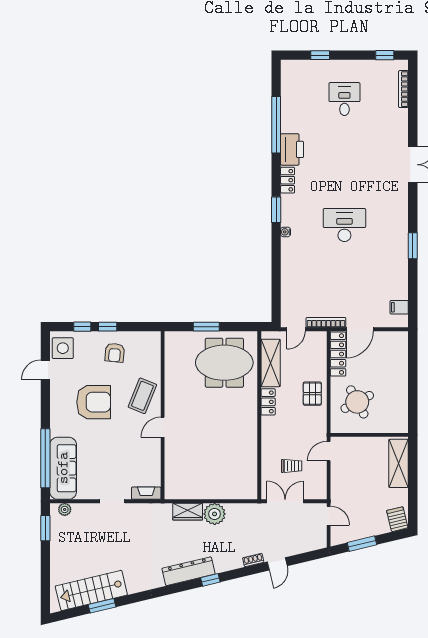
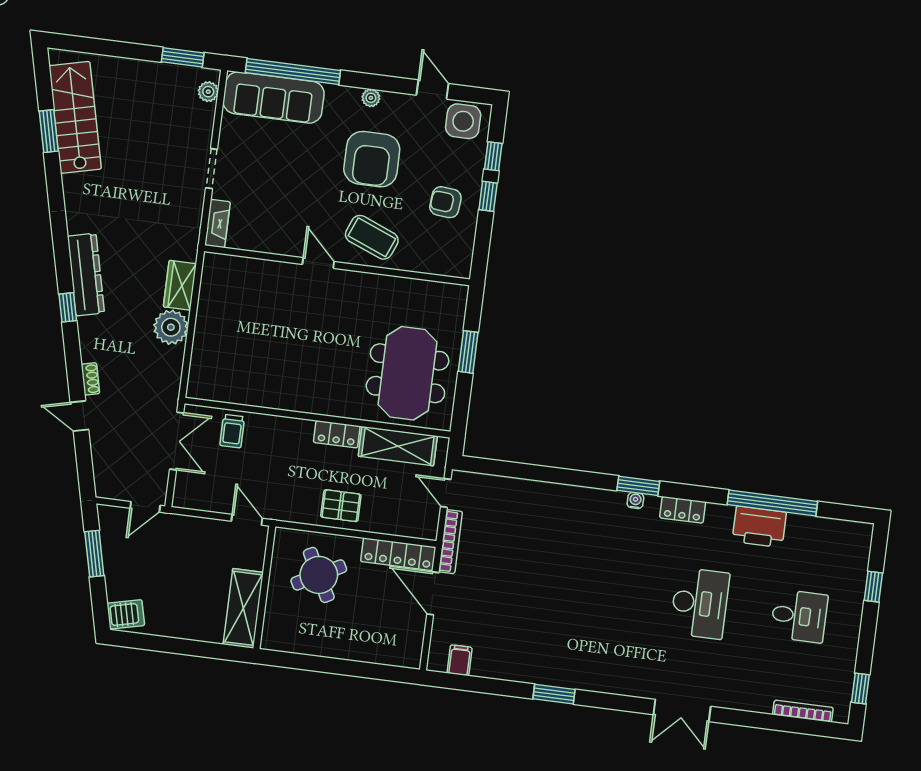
printer: (292, 149) -> (759, 527), moved
desk: (344, 225) -> (700, 603), moved
water cooler: (286, 232) -> (635, 501), moved
plant: (56, 408) -> (371, 98), added
shelving: (399, 463) -> (243, 608), moved, turned 90
trolley: (292, 466) -> (232, 431), moved

